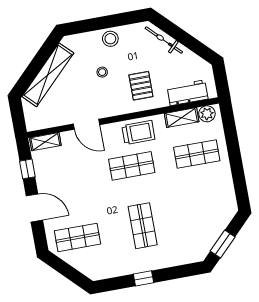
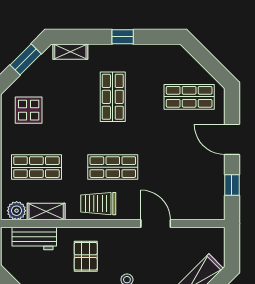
shelving: (45, 142) -> (70, 52), moved
display table: (212, 201) -> (29, 110), added

